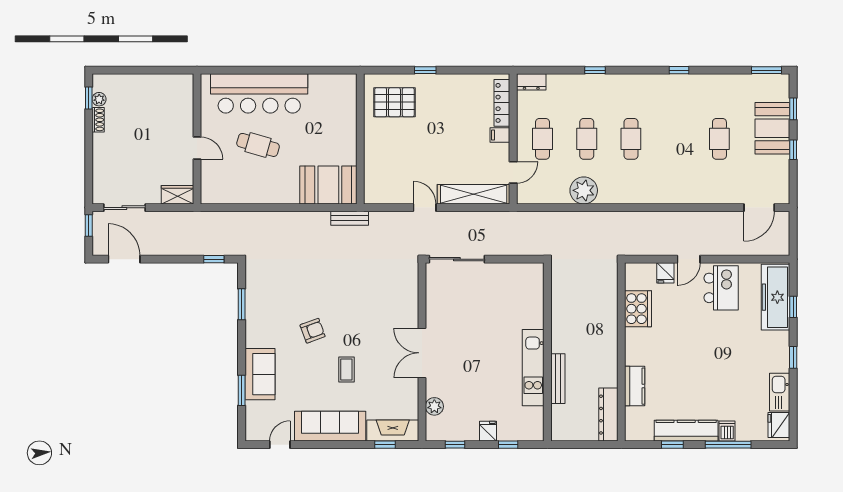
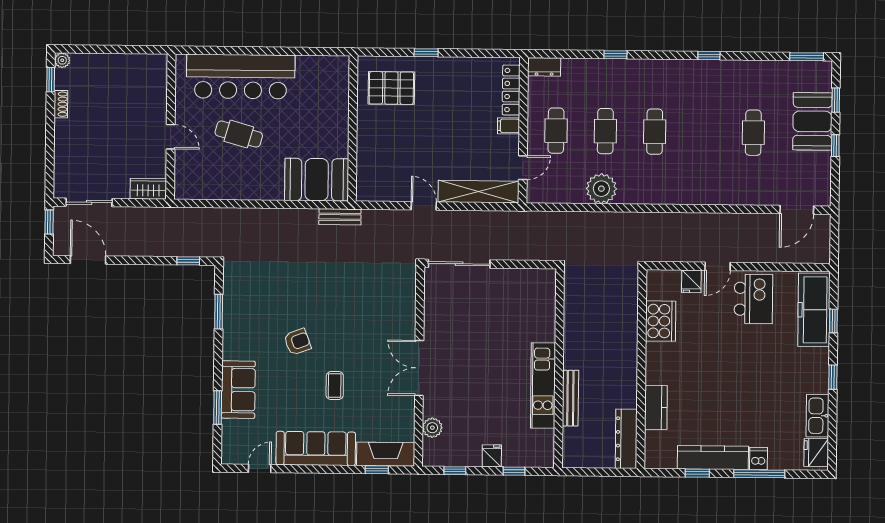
plant: (99, 99) -> (62, 60), moved

